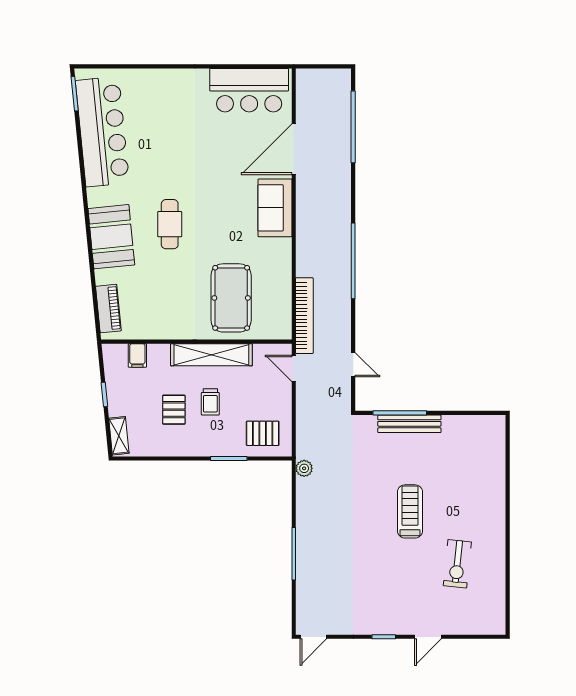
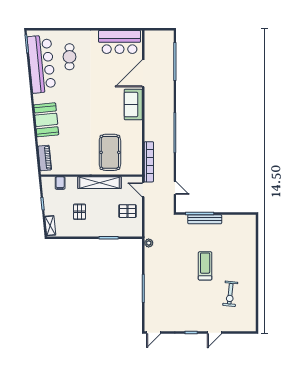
cafe table: (170, 224) -> (70, 57), moved
trolley: (210, 402) -> (99, 208), removed
pallet: (263, 433) -> (127, 211), moved

